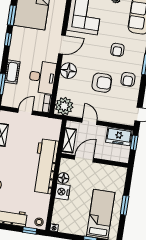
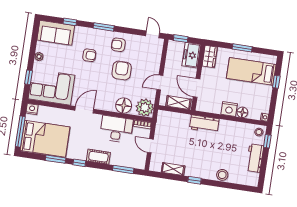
door: (62, 45) -> (84, 110), hinge flipped
floor lamp: (68, 71) -> (124, 105), moved
cot: (12, 72) -> (98, 157), moved
armchair: (128, 79) -> (118, 45), turned 180
freezer: (119, 136) -> (191, 55), moved, turned 180
workbench: (45, 166) -> (204, 124), width x0.53, depth x0.76
wardrobe: (116, 172) -> (210, 57), added
floor lamp: (63, 178) -> (242, 112), moved

